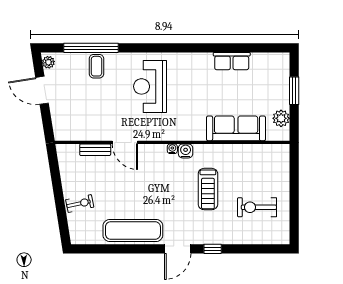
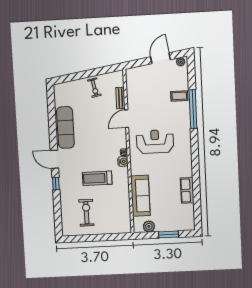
window: (91, 48) -> (193, 109), moved
reception desk: (150, 86) -> (155, 142), moved
exercise bike: (80, 203) -> (94, 88), moved

